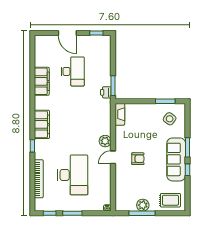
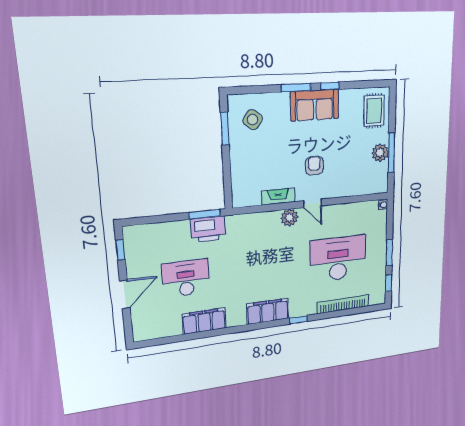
printer: (106, 92) -> (208, 229), width x1.87, depth x1.48
fireplace: (120, 114) -> (278, 196), moved
sofa: (176, 159) -> (315, 105), width x0.73

